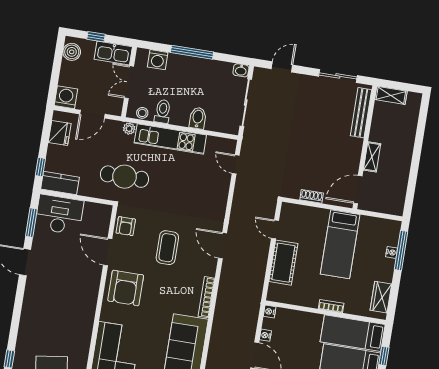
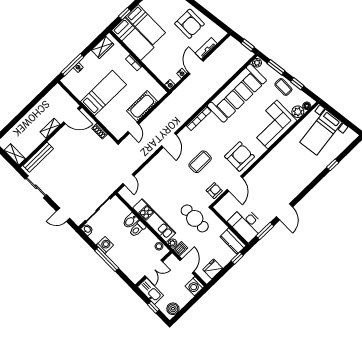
washing machine: (158, 60) -> (105, 245), moved
toilet: (163, 111) -> (137, 229), moved
door: (92, 114) -> (187, 266), hinge flipped
dishwasher: (115, 129) -> (180, 249), added

